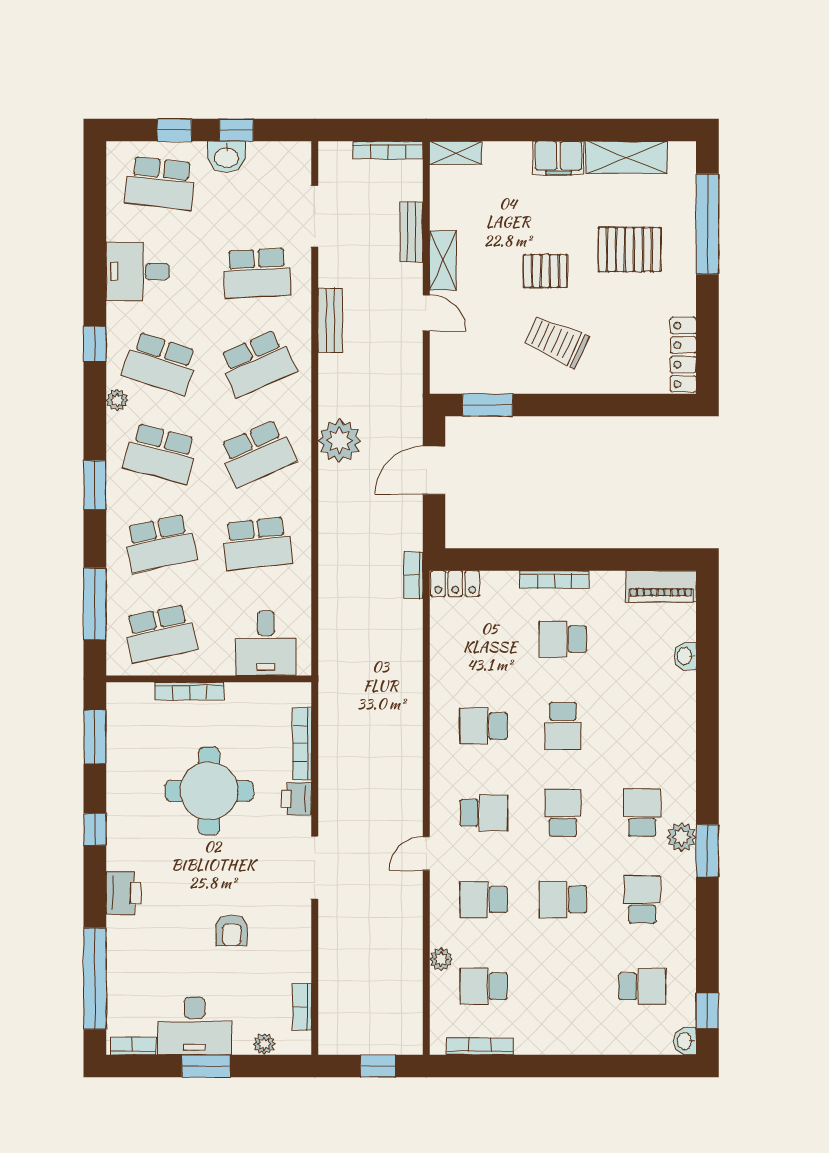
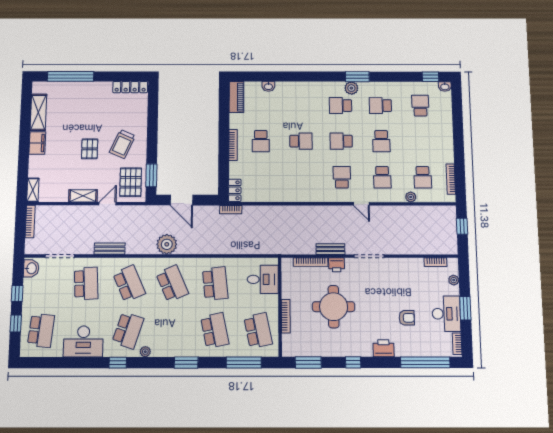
washbasin: (226, 157) -> (31, 268), moved
bench: (411, 232) -> (330, 249), moved
pallet: (629, 250) -> (131, 182), moved
desk: (138, 271) -> (83, 341), width x1.37
school desk: (160, 453) -> (171, 330), removed
school desk: (484, 726) -> (301, 177), removed
armchair: (232, 930) -> (407, 318), moved

